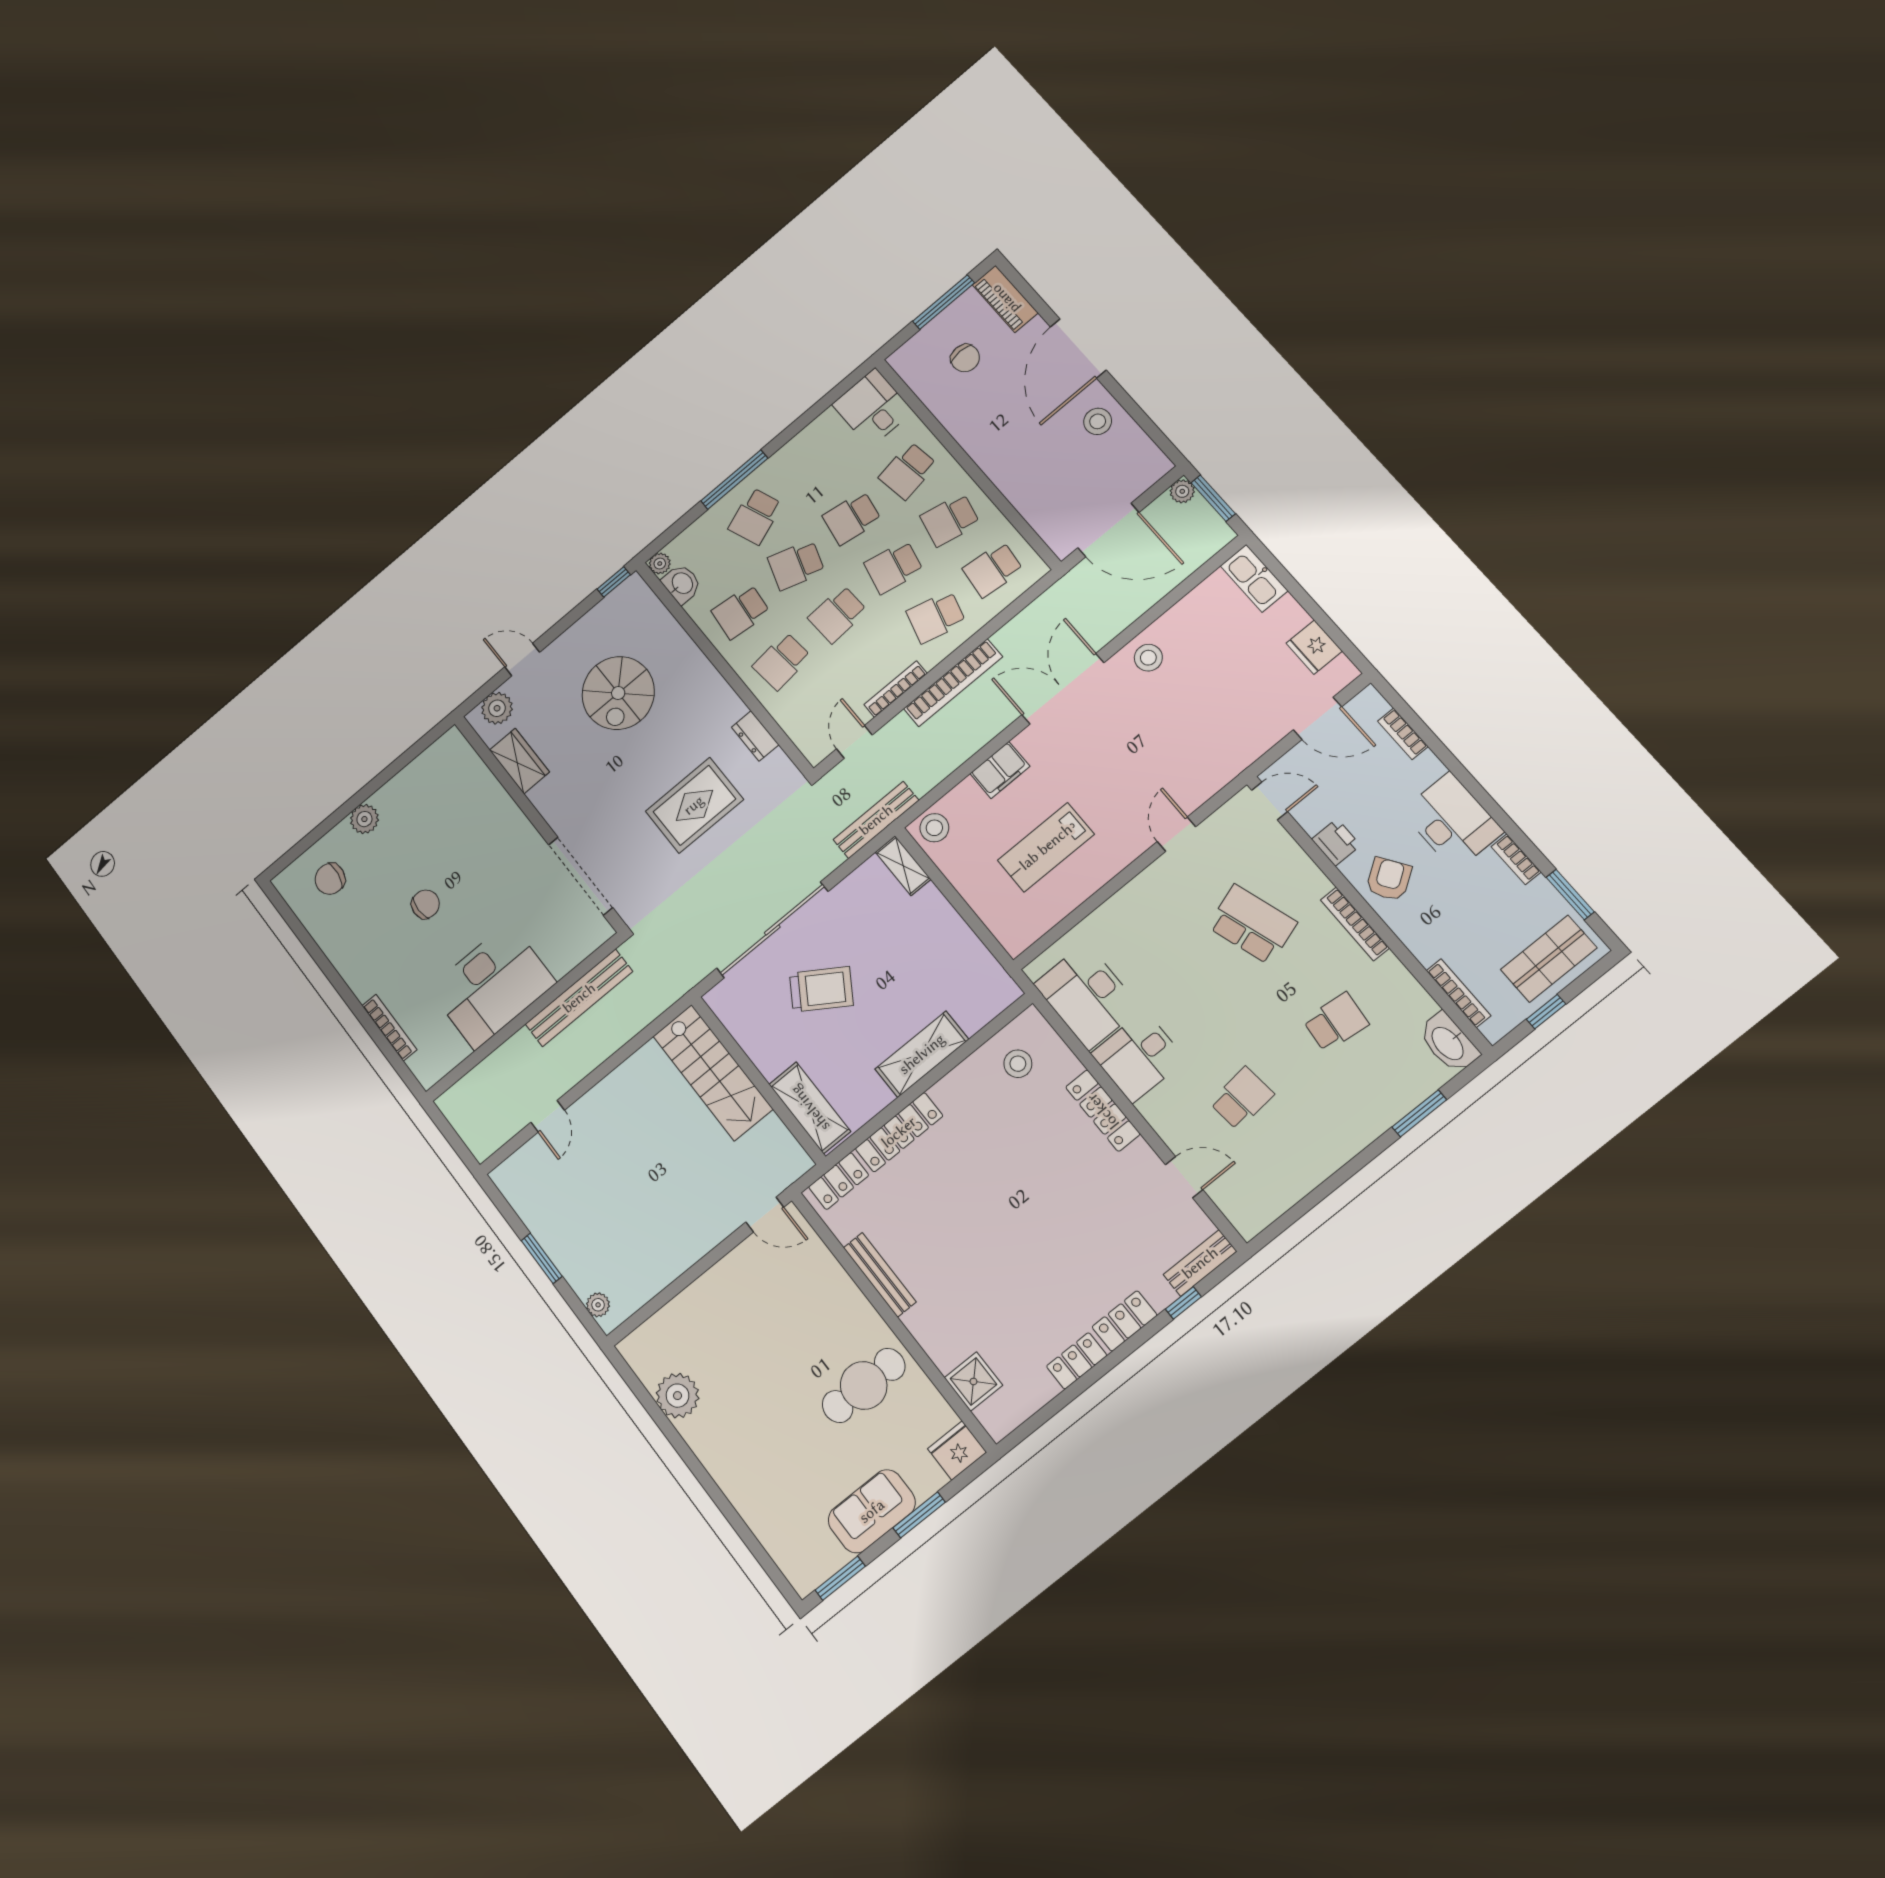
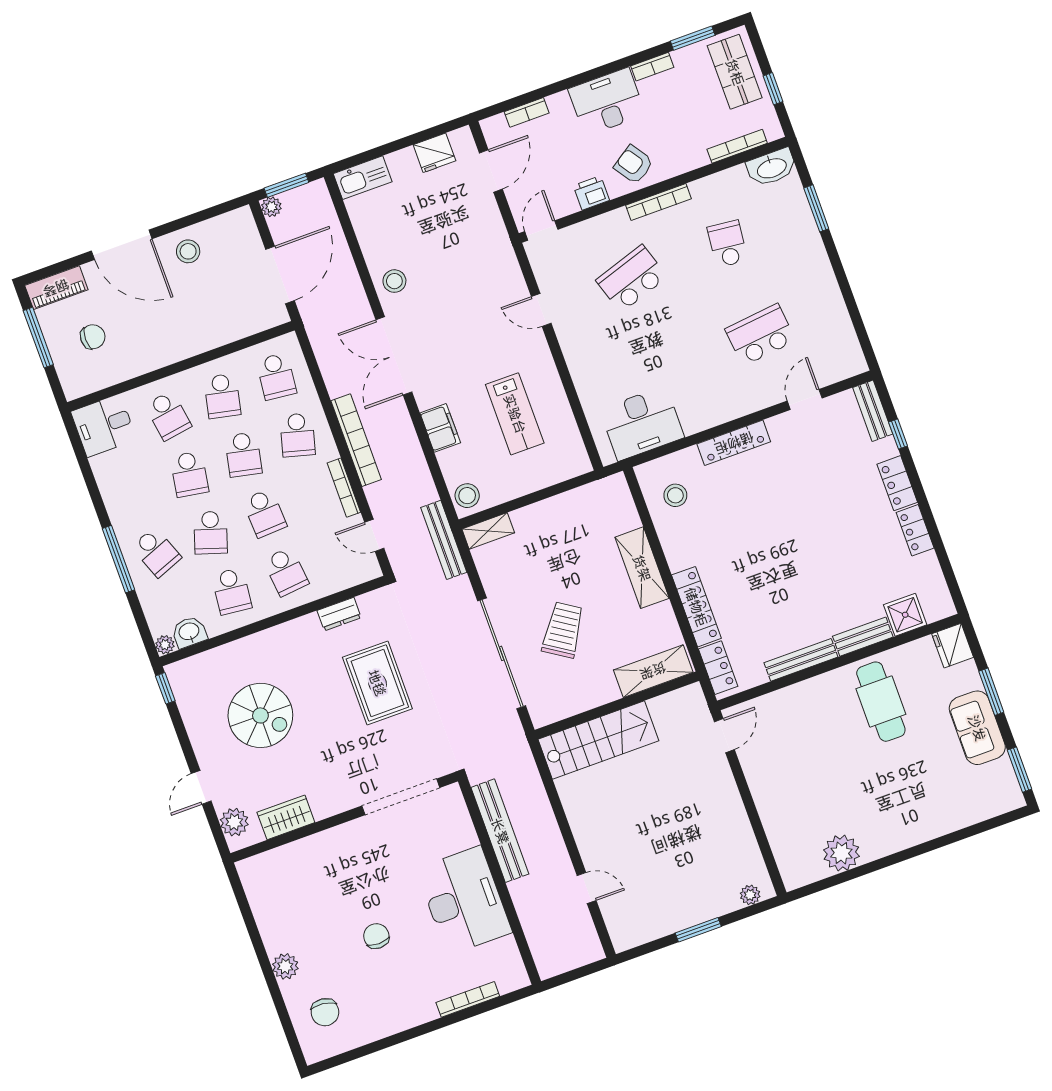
desk: (1138, 1057) -> (702, 401), removed
school desk: (1242, 1098) -> (760, 335), width x1.85
bench: (931, 1339) -> (863, 637), added

